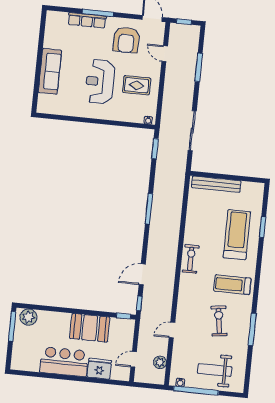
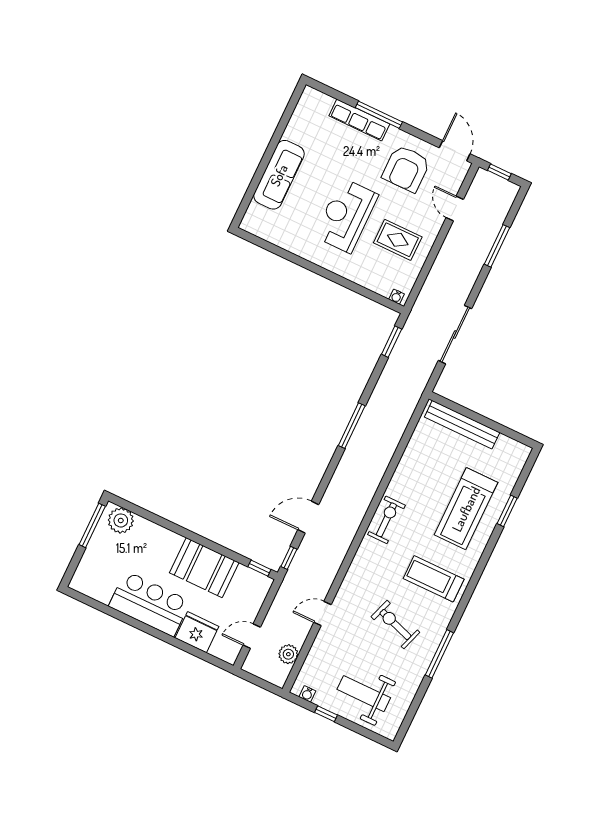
treadmill: (237, 235) -> (466, 509), turned 180
exercise bike: (219, 321) -> (395, 624), turned -63
window: (196, 391) -> (326, 714), width x0.32

